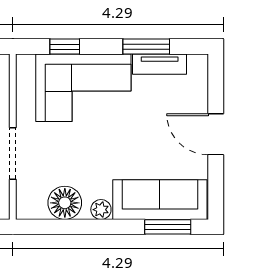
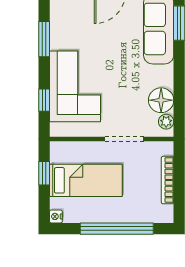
tv unit: (160, 64) -> (57, 29), removed
plant: (101, 210) -> (166, 122), moved

